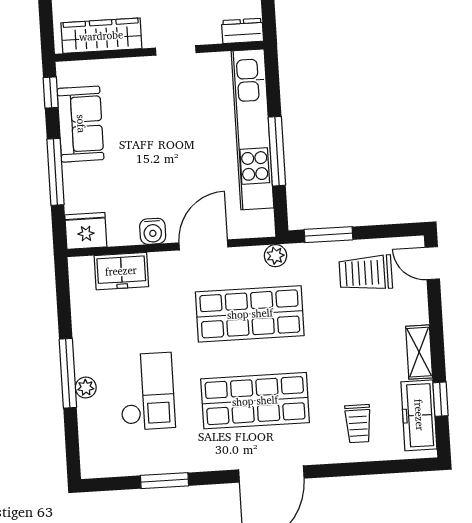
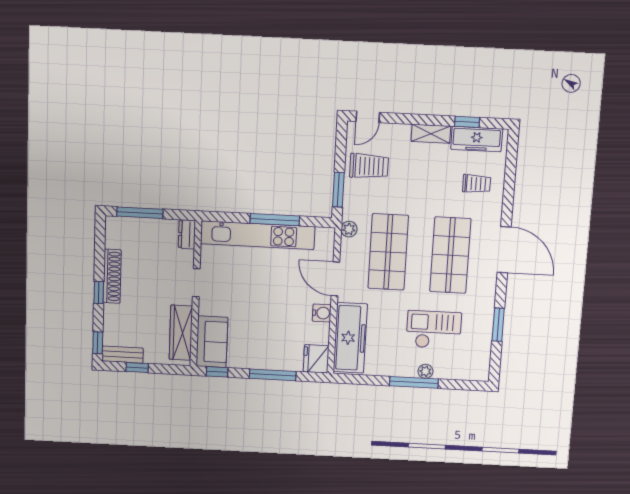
sofa: (81, 124) -> (212, 342), moved, turned 90
freezer: (121, 271) -> (350, 338), width x1.91, depth x1.26
trolley: (366, 273) -> (369, 166), turned -90

